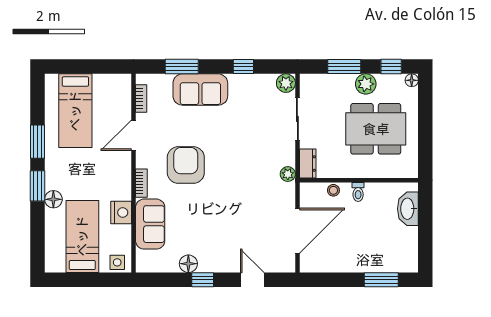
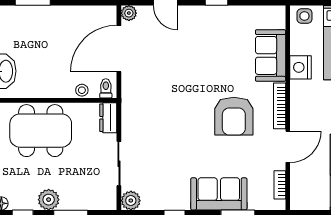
dining table: (376, 129) -> (41, 131), moved
plant: (288, 174) -> (129, 13), moved
bookcase: (141, 183) -> (280, 106), width x1.56
toilet: (358, 192) -> (106, 88), moved
floor lamp: (188, 264) -> (231, 15), removed

